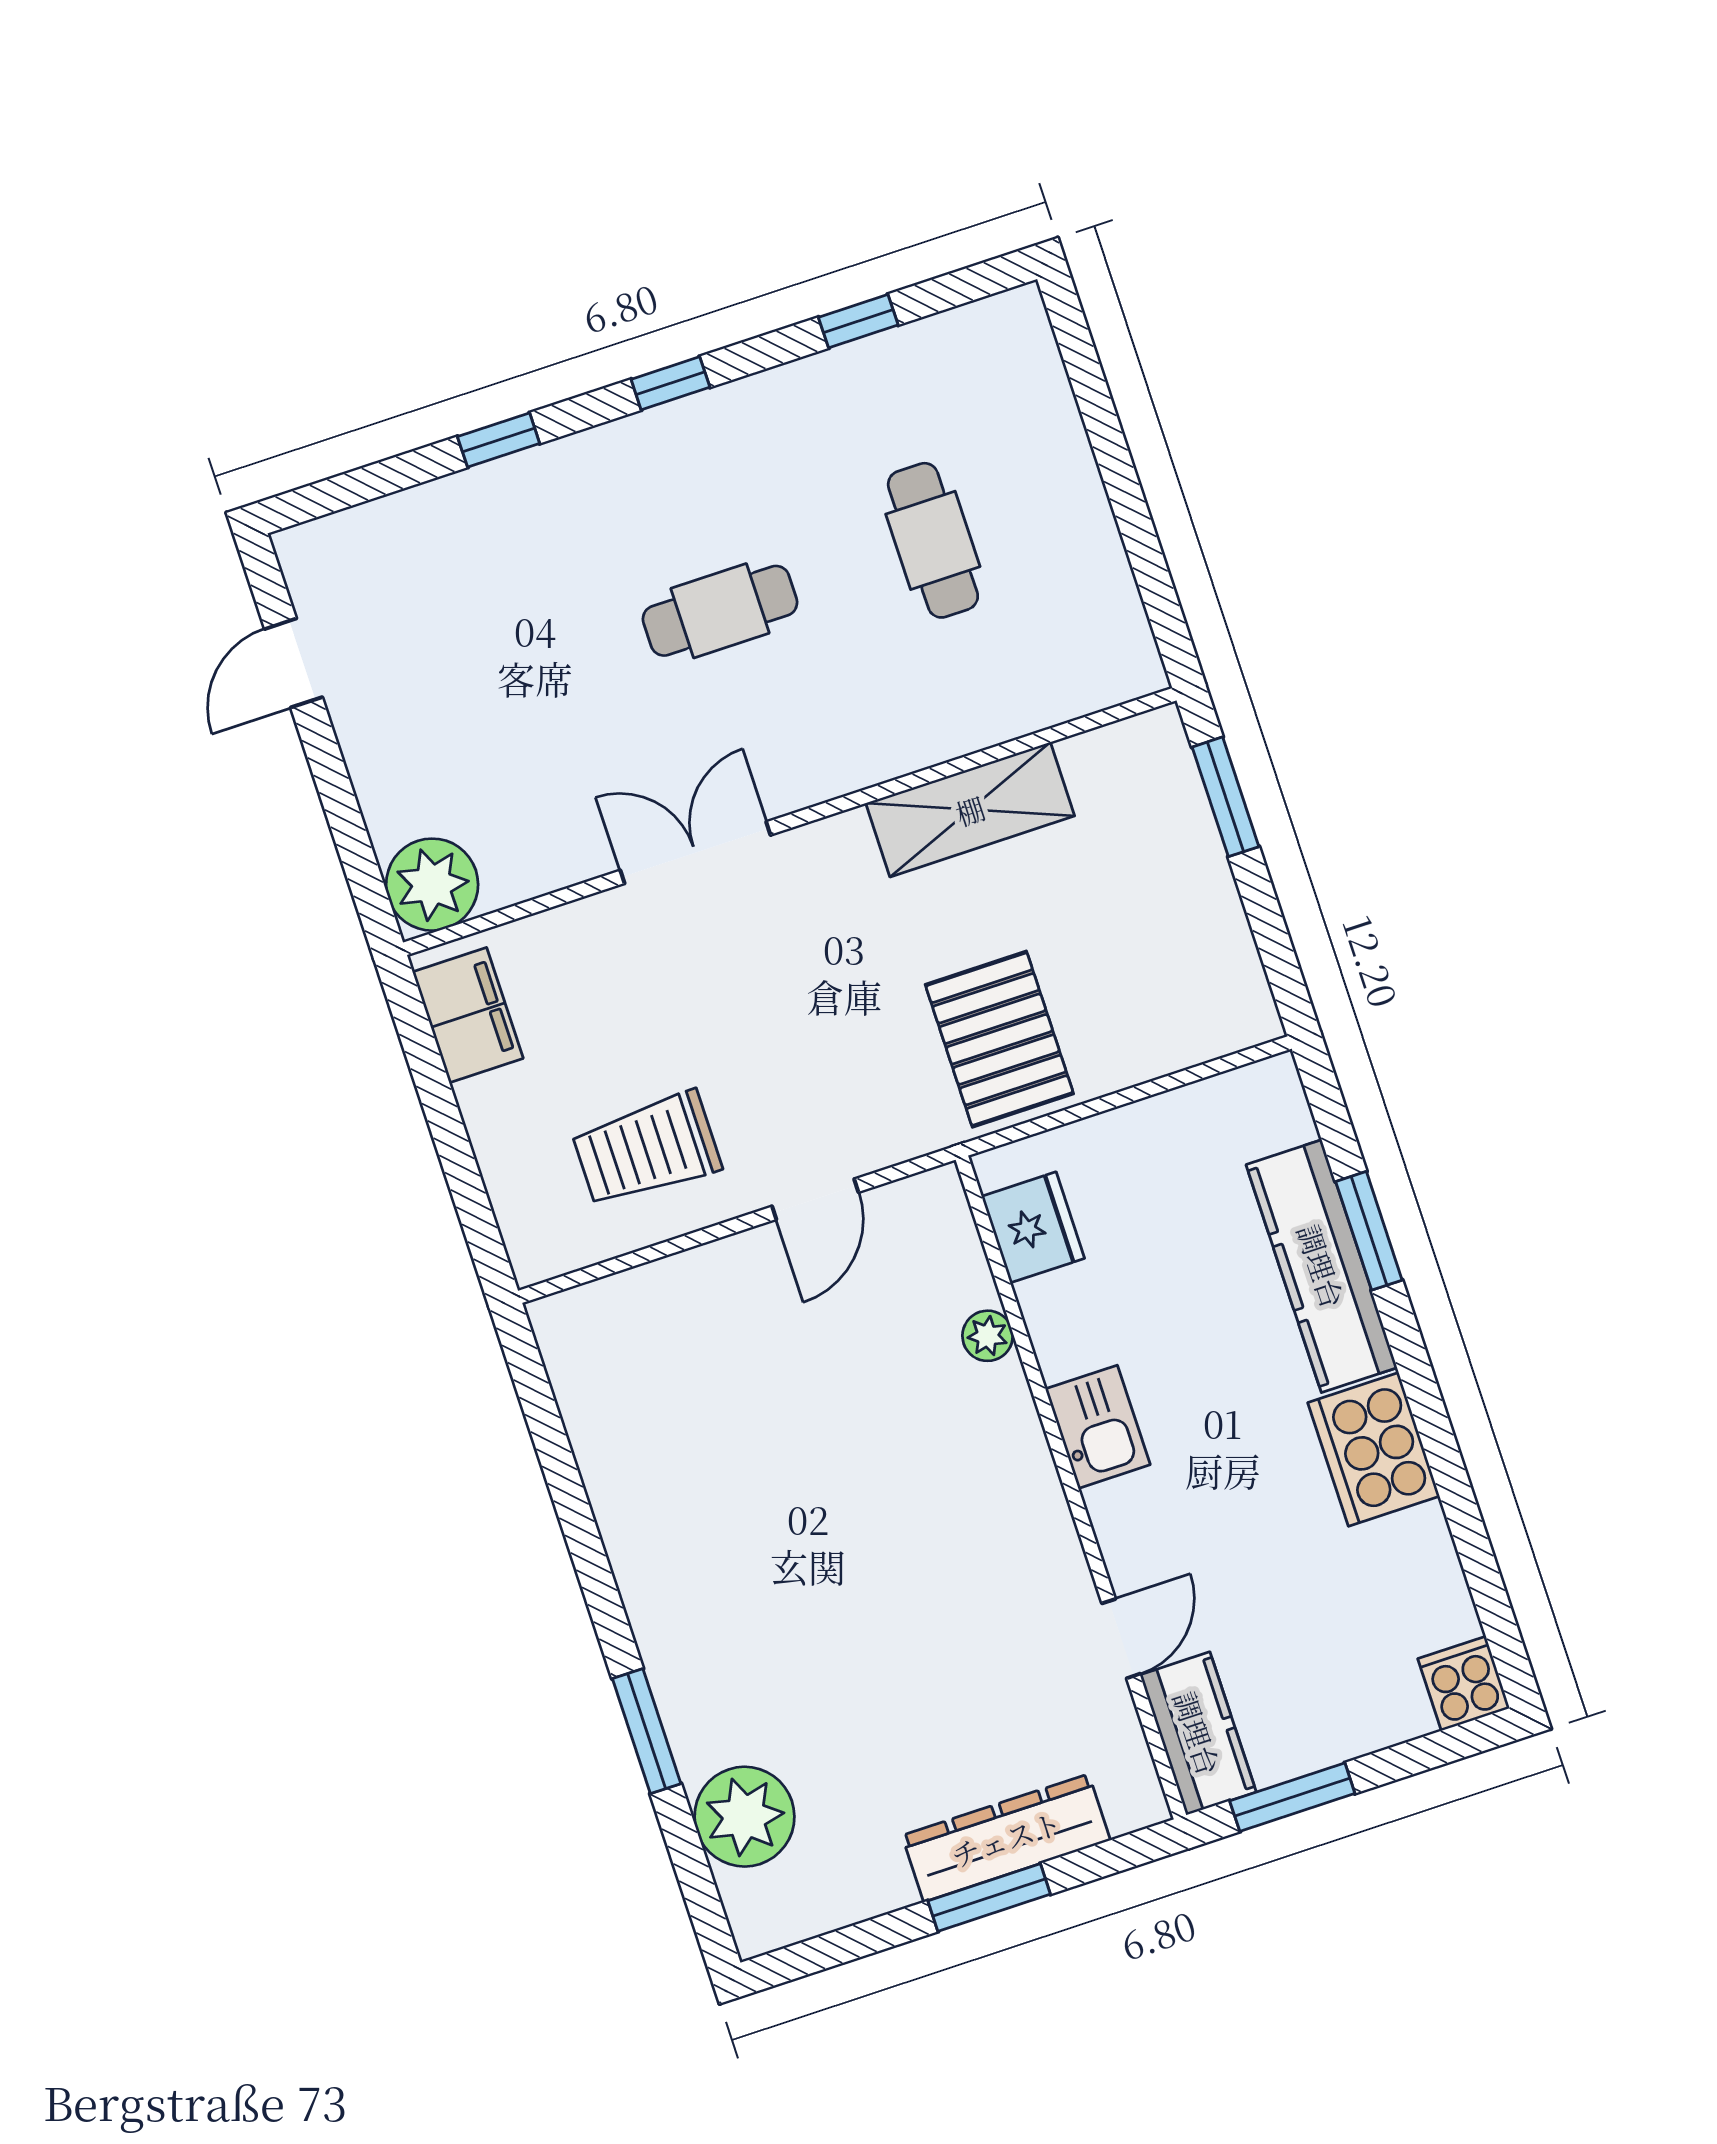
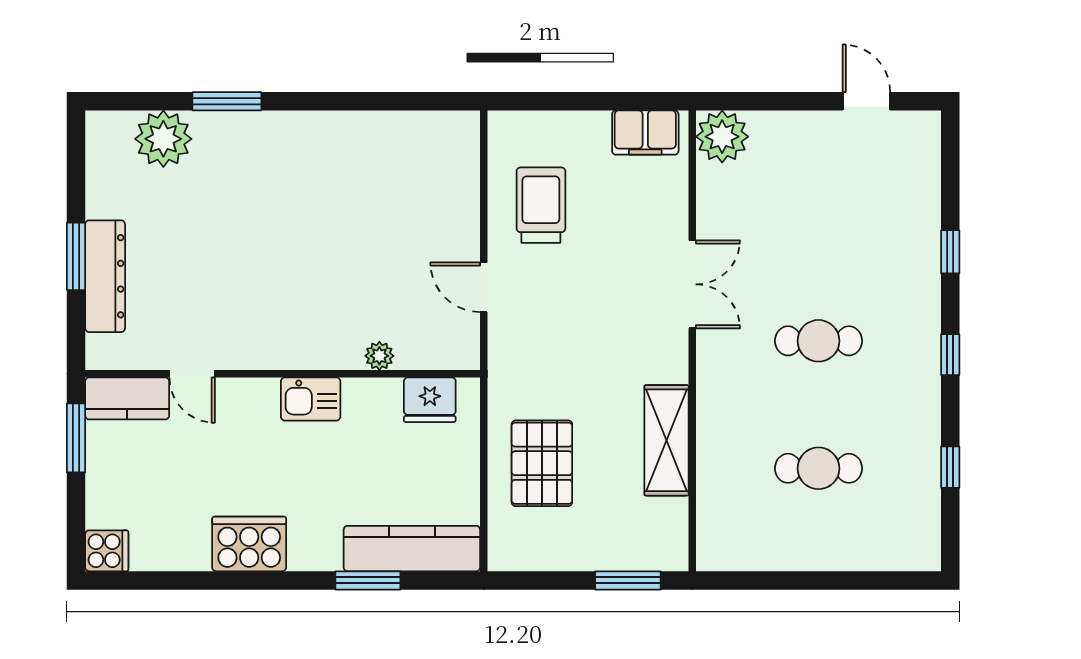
cafe table: (720, 611) -> (818, 341), turned 90
pallet: (999, 1039) -> (542, 463), moved, turned 90
kitchen counter: (1322, 1266) -> (412, 549), moved

